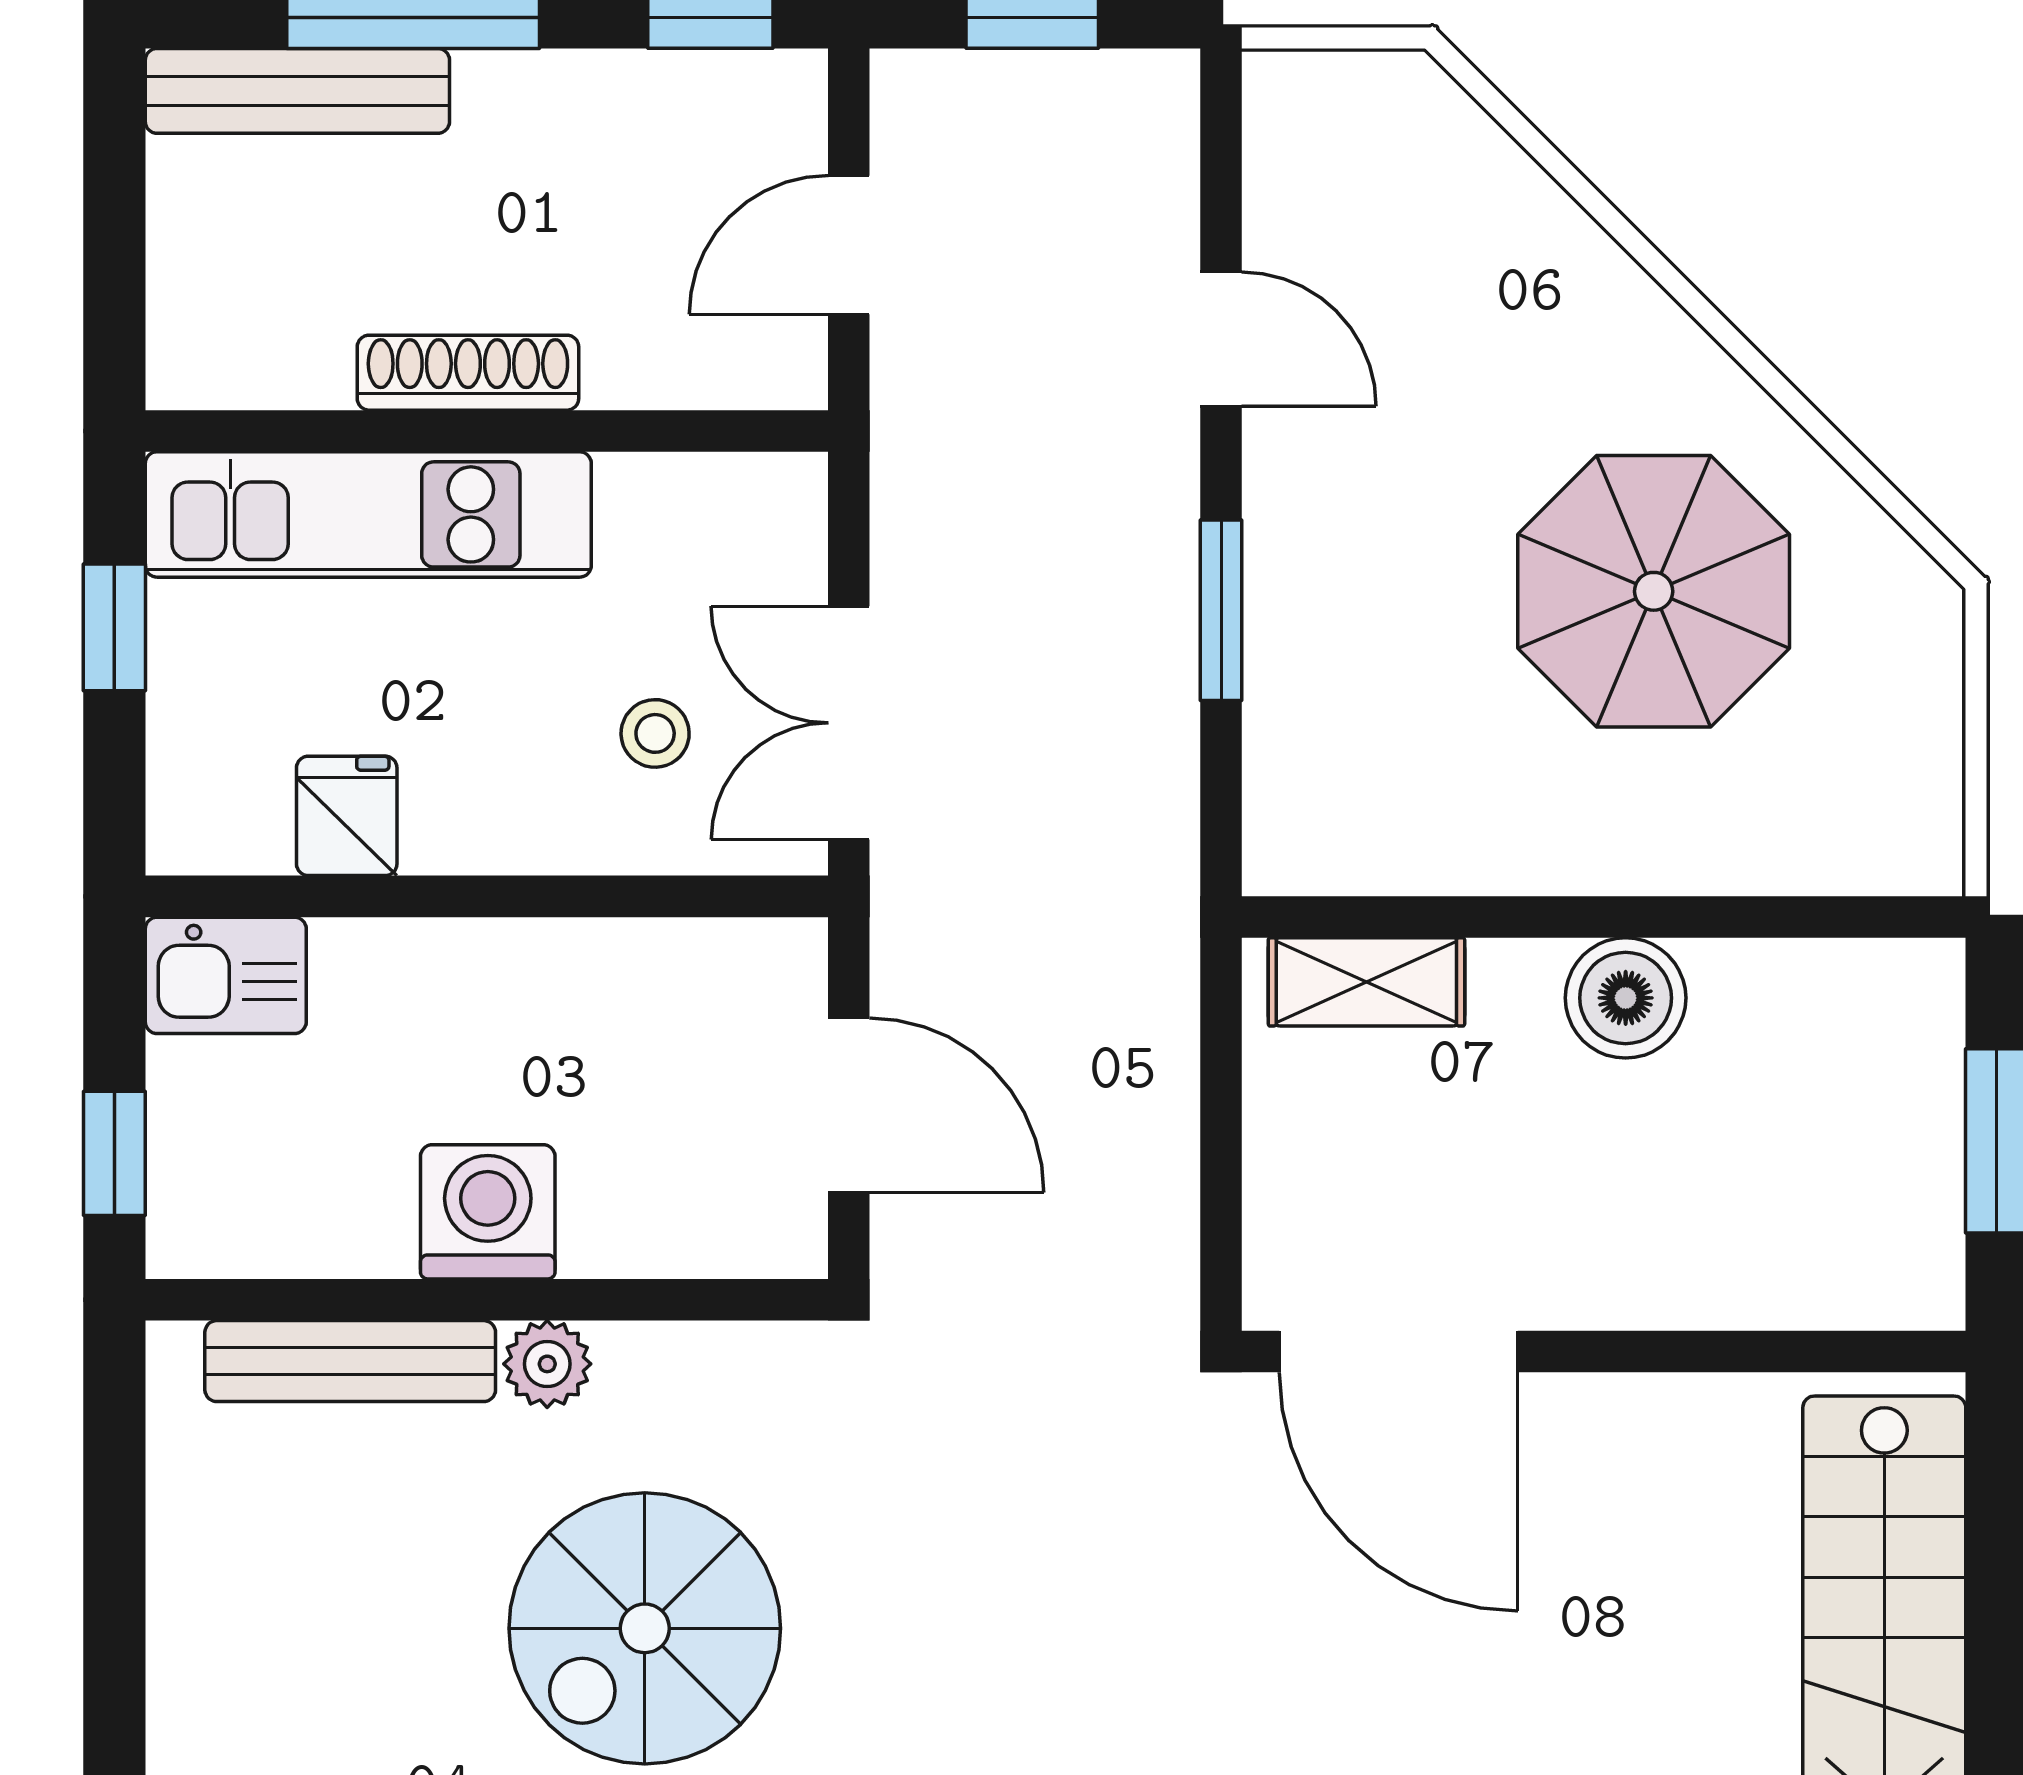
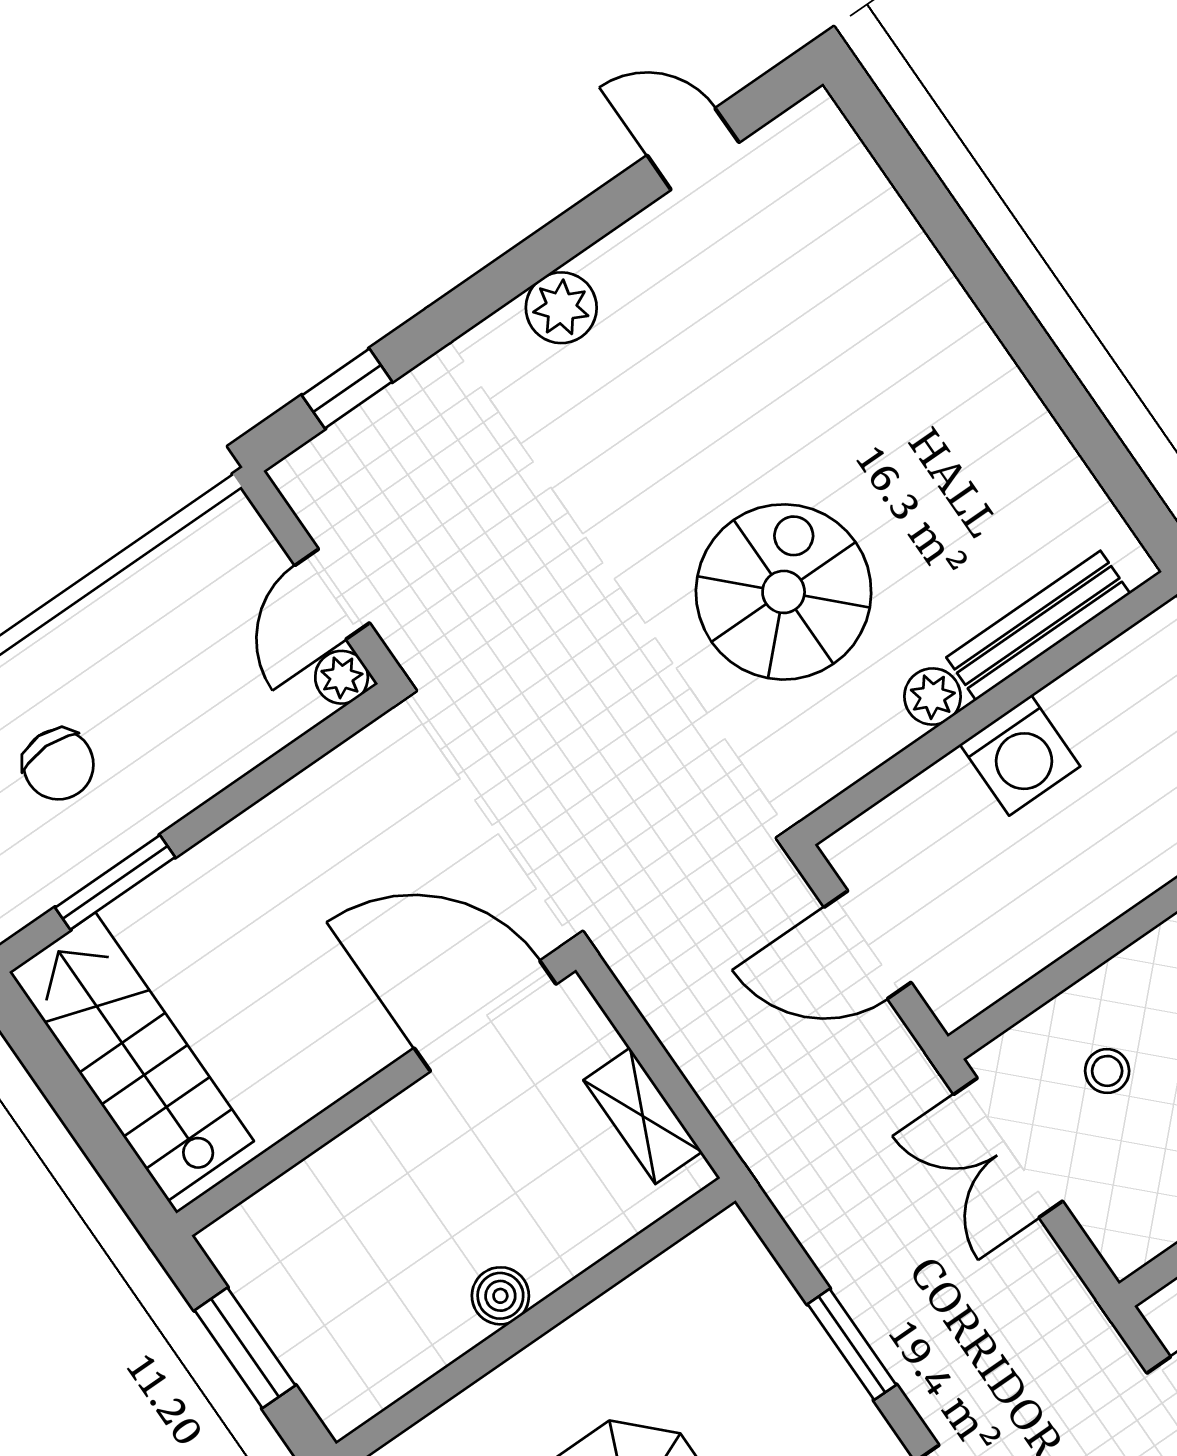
double door: (849, 723) -> (1008, 1148), swing flipped
shelving: (1366, 982) -> (643, 1116), moved, turned 90
boiler: (1626, 998) -> (500, 1296), width x0.73, depth x0.73

